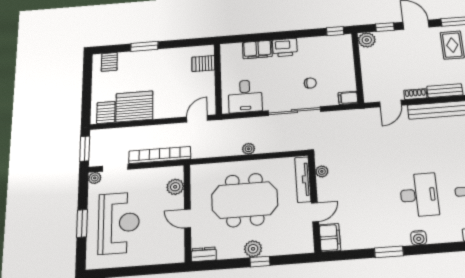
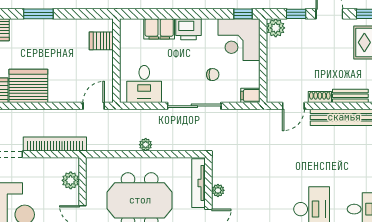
corner desk: (333, 52) -> (239, 40), added
plant: (322, 171) -> (218, 190), moved

